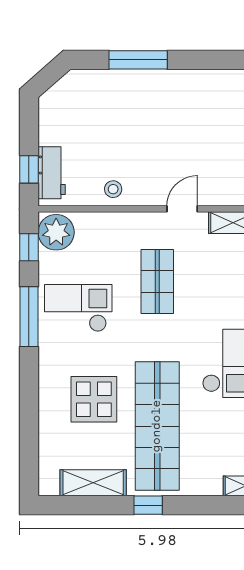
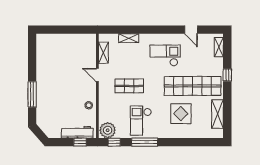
workbench: (52, 173) -> (77, 132), width x1.38
window: (148, 505) -> (227, 75), moved

